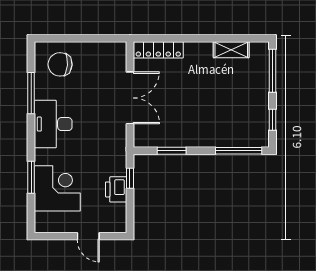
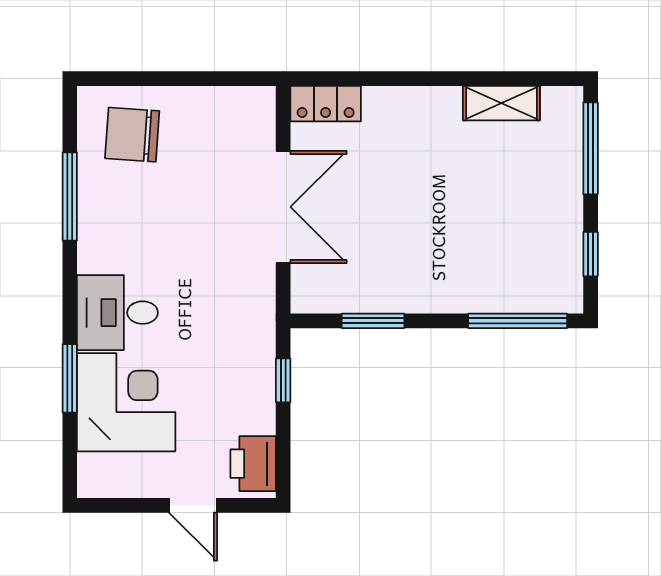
locker: (158, 50) -> (326, 104), width x0.66
desk: (53, 124) -> (117, 313), moved, width x0.73
printer: (116, 189) -> (253, 464), moved

